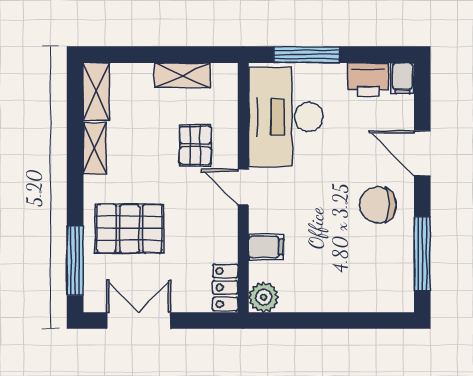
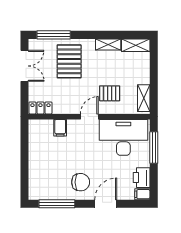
shelving: (182, 75) -> (144, 98), moved
chair: (378, 205) -> (81, 182), turned 90
plant: (264, 297) -> (36, 127), removed

